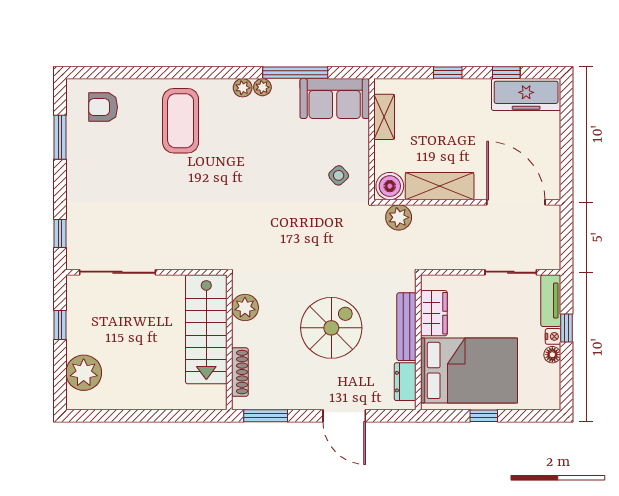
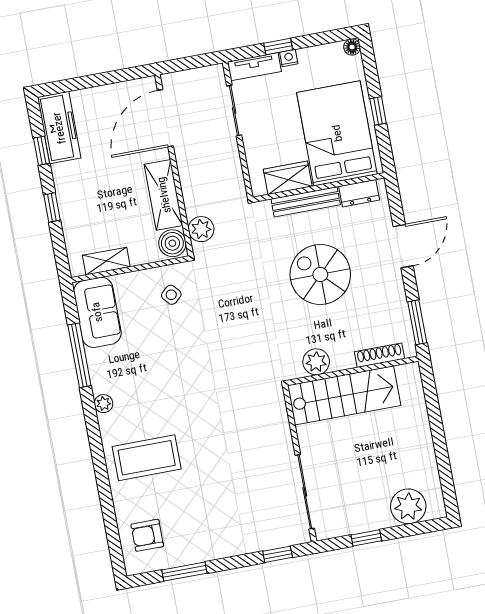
plant: (262, 87) -> (99, 384), removed
armchair: (103, 107) -> (147, 535), turned 90
floor lamp: (552, 355) -> (352, 47), moved

